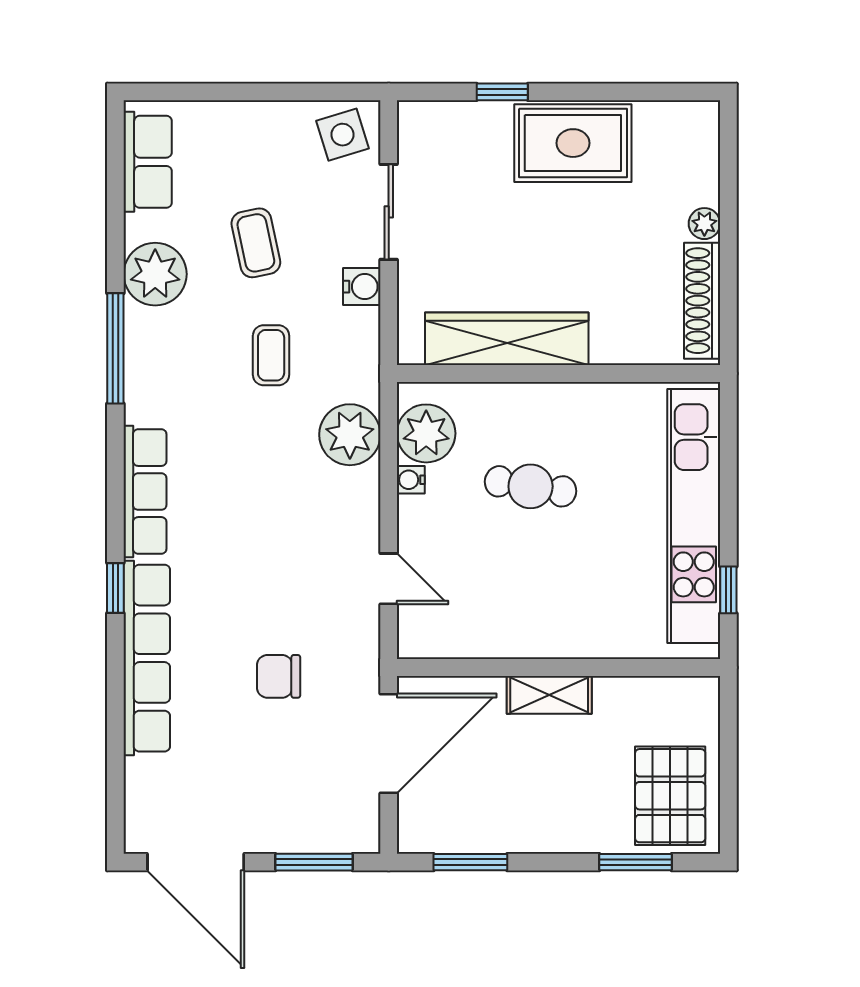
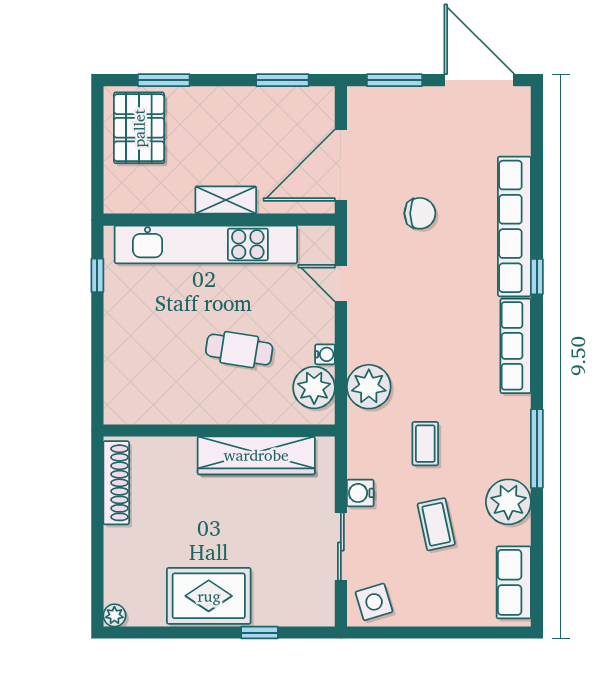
plant: (704, 224) -> (114, 615), moved
kitchen unit: (694, 516) -> (206, 244), moved, turned 90

